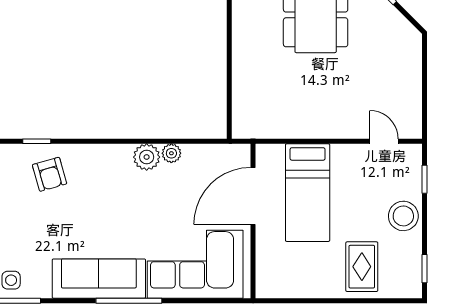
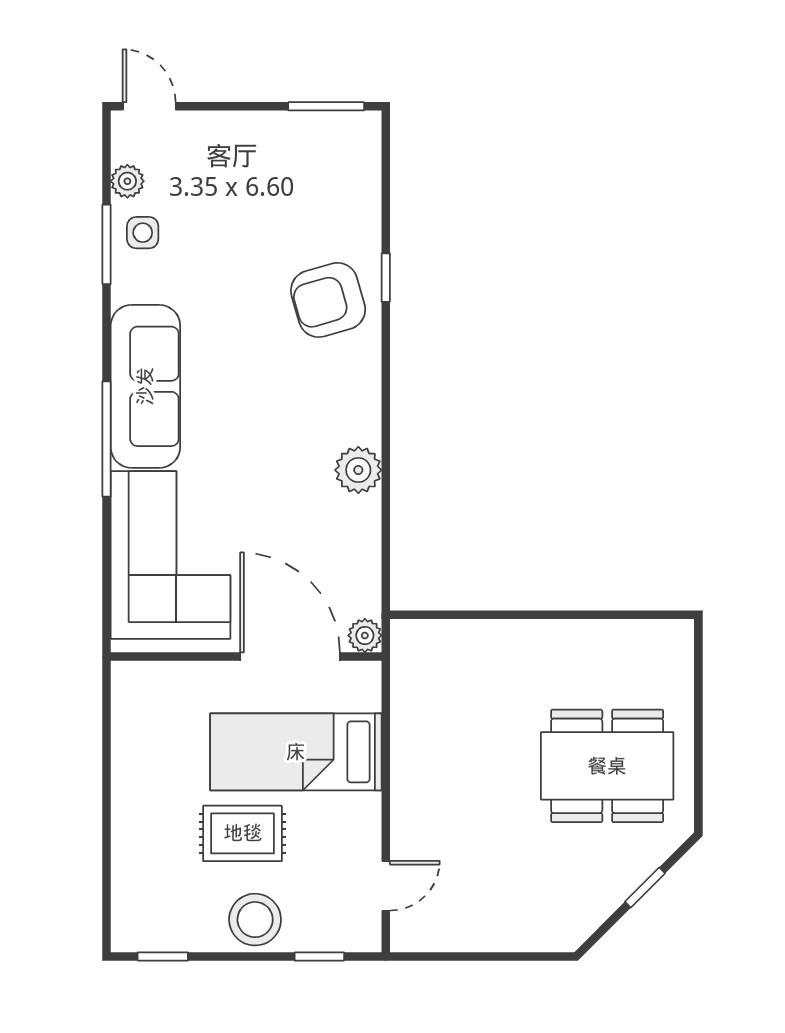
plant: (171, 153) -> (365, 635), moved
armchair: (50, 174) -> (328, 300), width x1.38, depth x1.38
rug: (362, 267) -> (243, 833), moved

